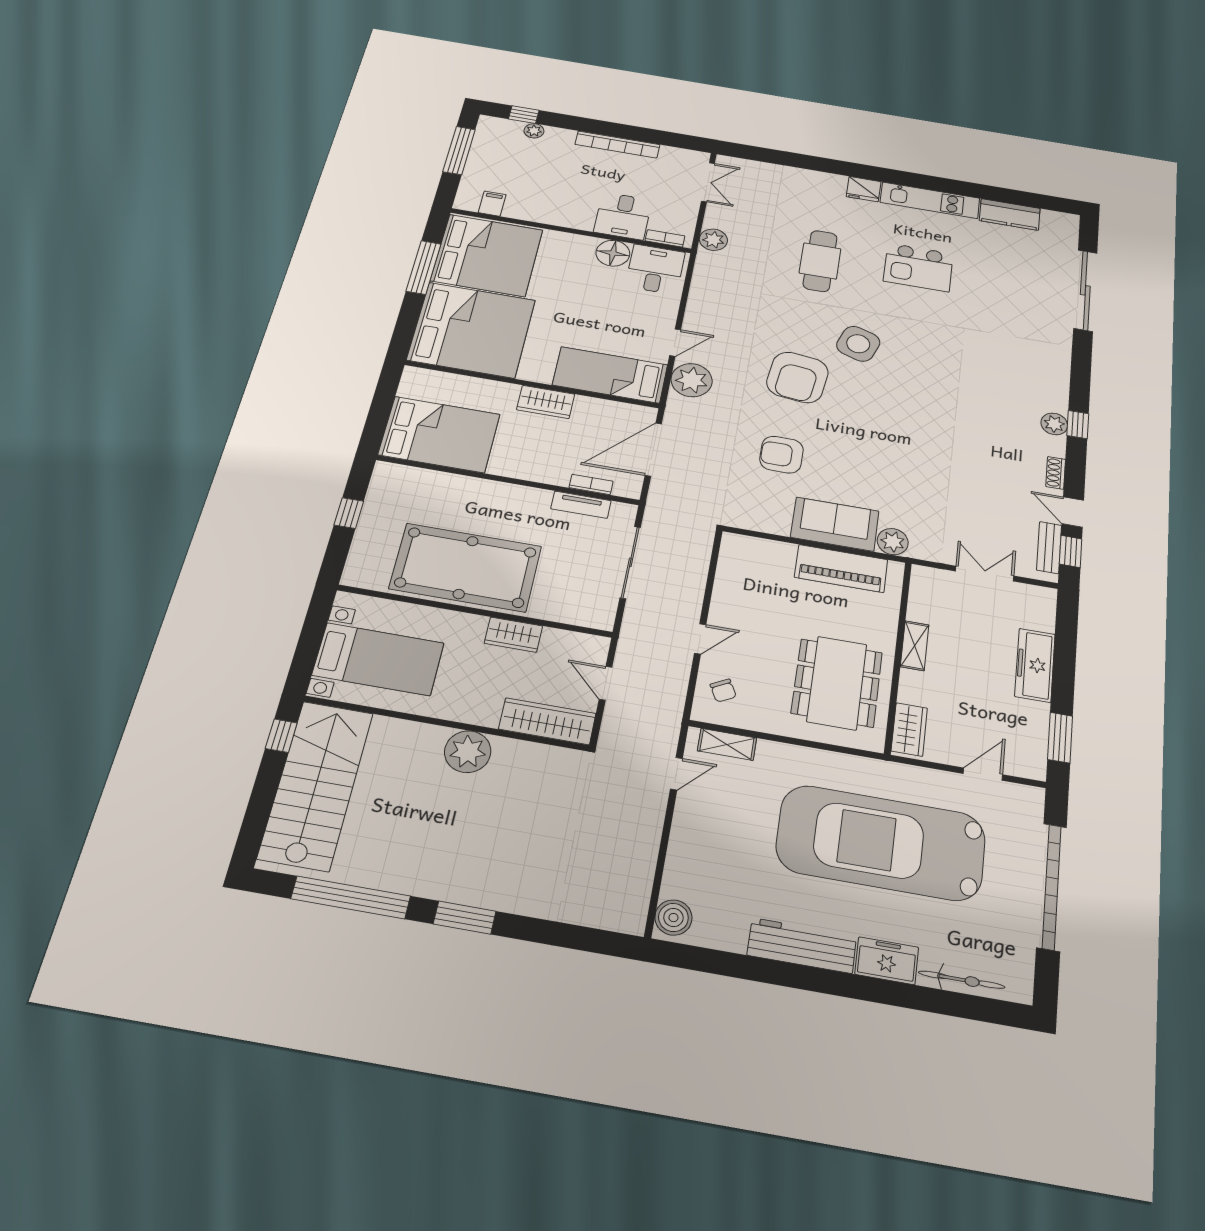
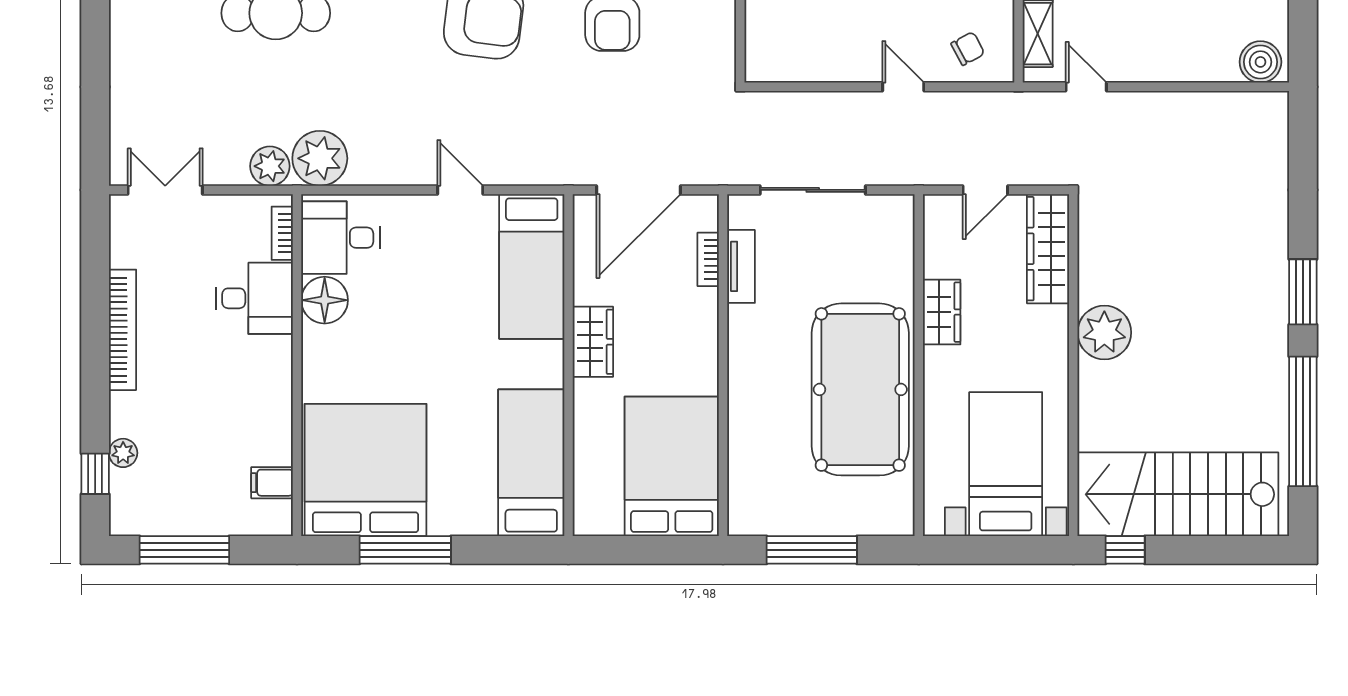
bed: (471, 330) -> (531, 463), width x0.49
plant: (692, 380) -> (320, 158), moved
door: (653, 450) -> (639, 190), hinge flipped
window: (349, 513) -> (812, 550), width x2.17

